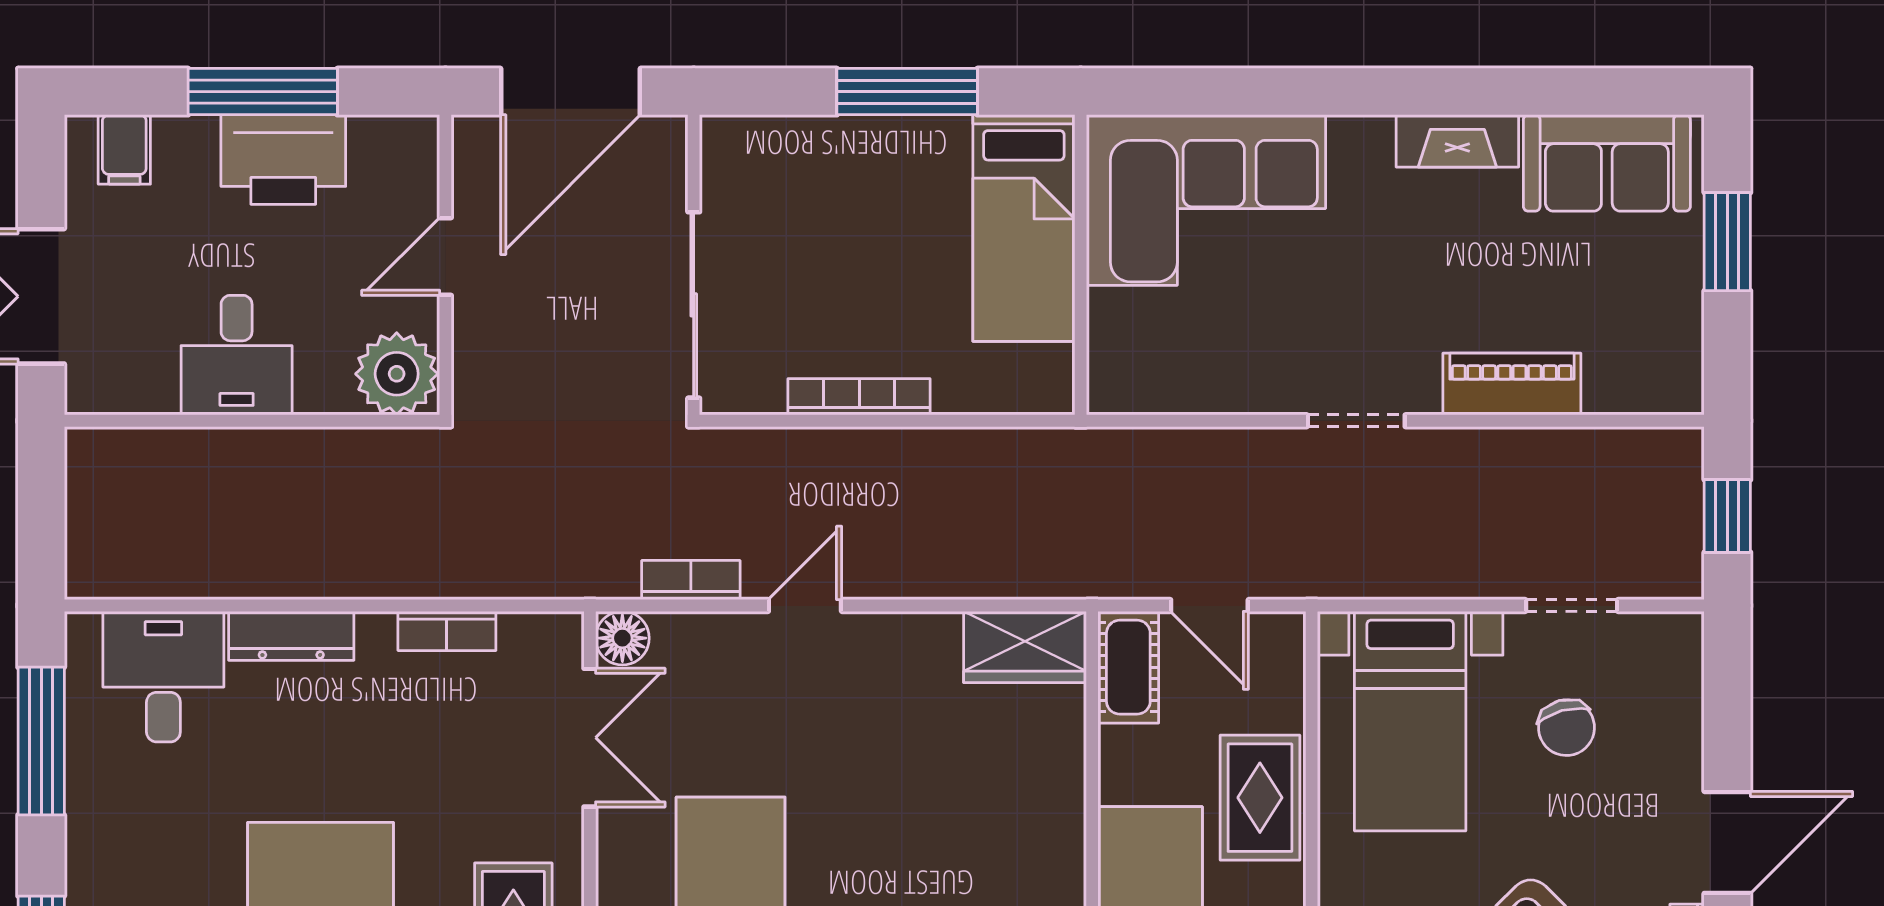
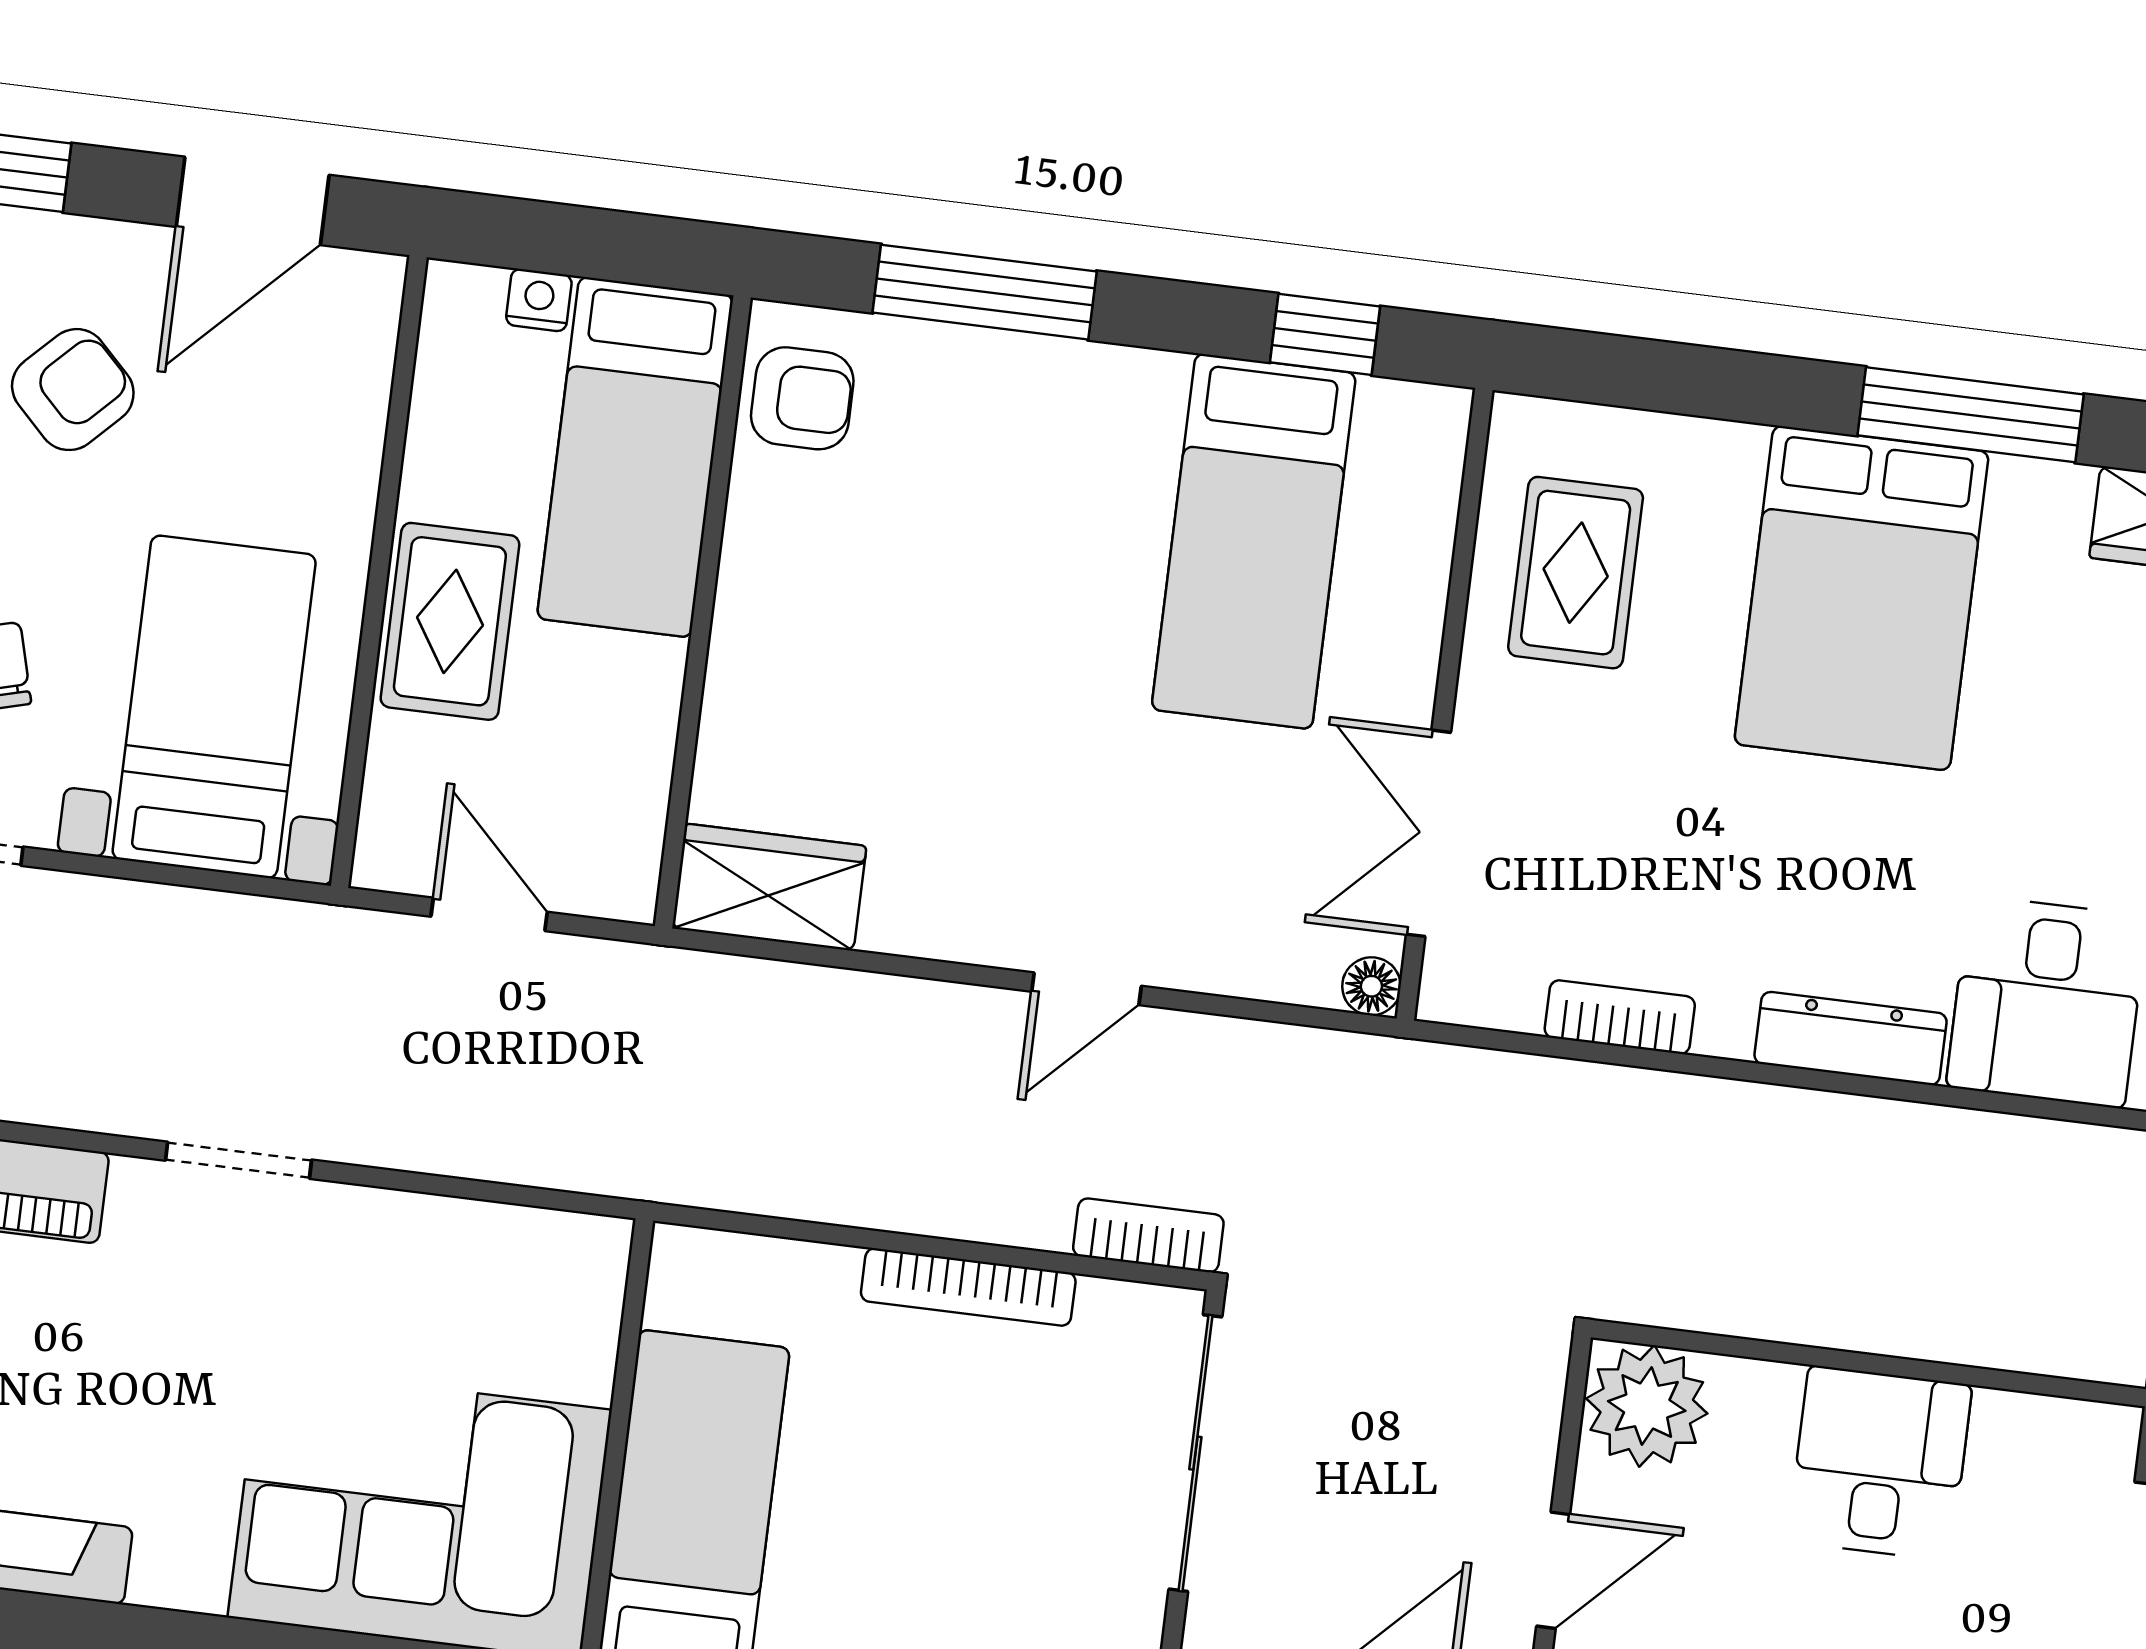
bookcase: (691, 580) -> (1148, 1235), moved, turned 180
floor lamp: (622, 638) -> (1371, 986), width x0.73, depth x0.73
cot: (1128, 667) -> (620, 838), removed

